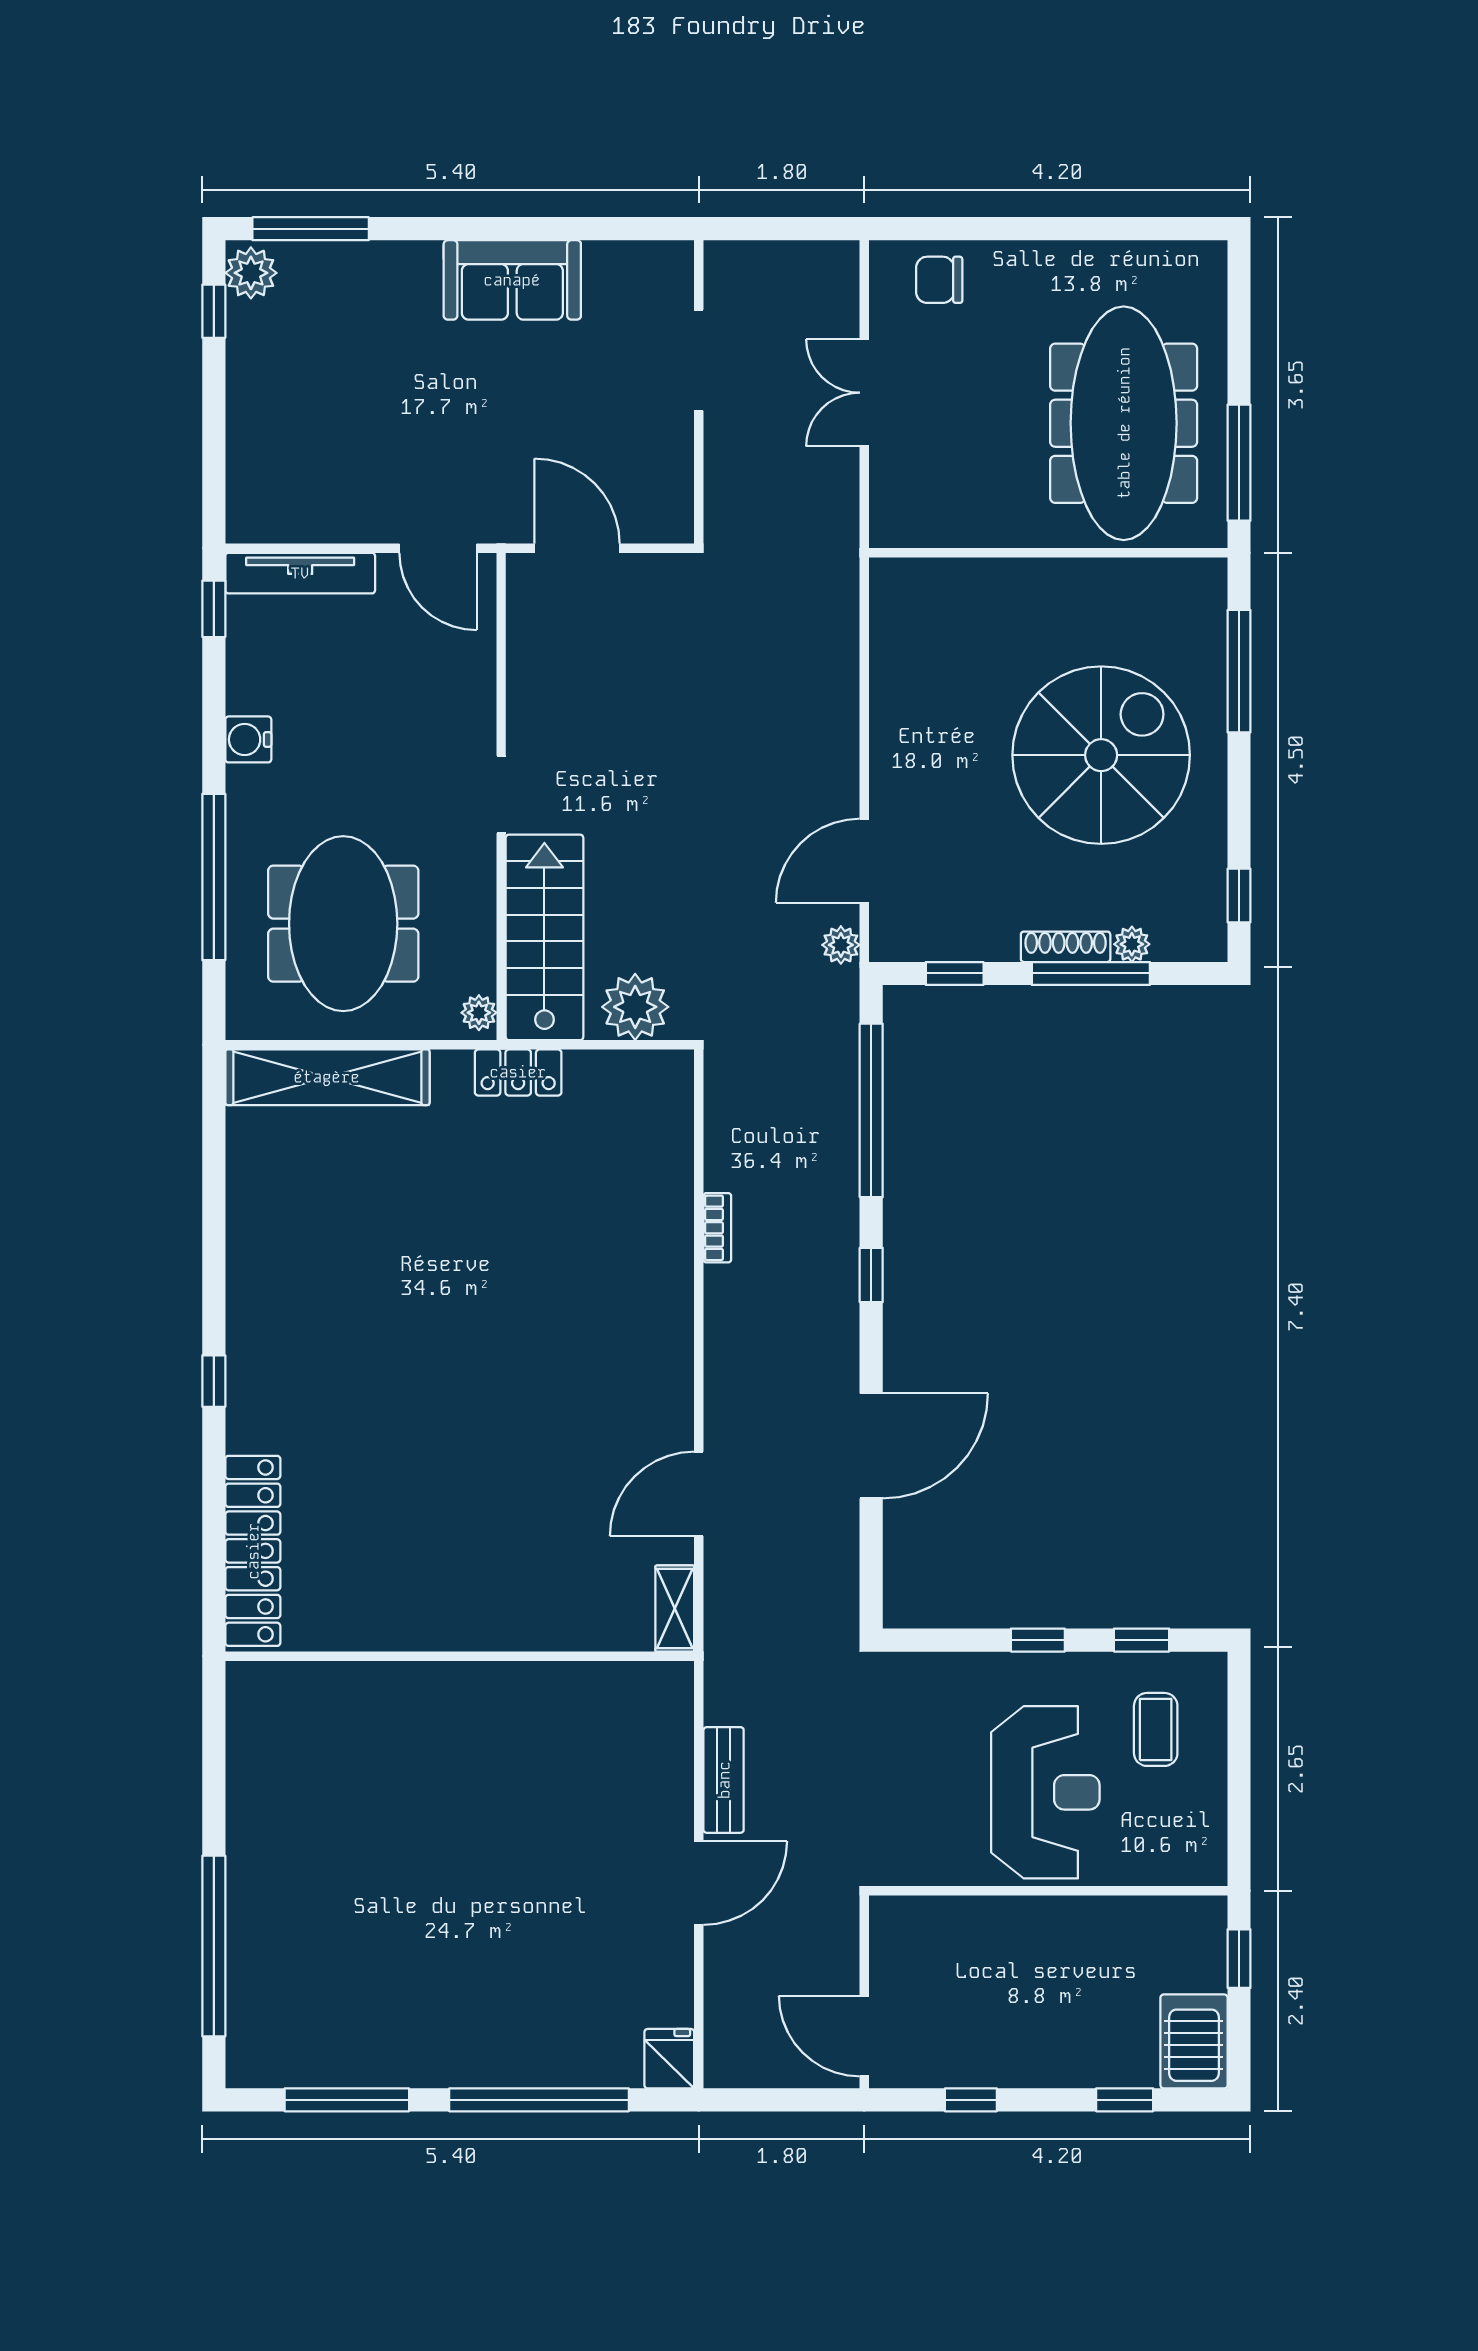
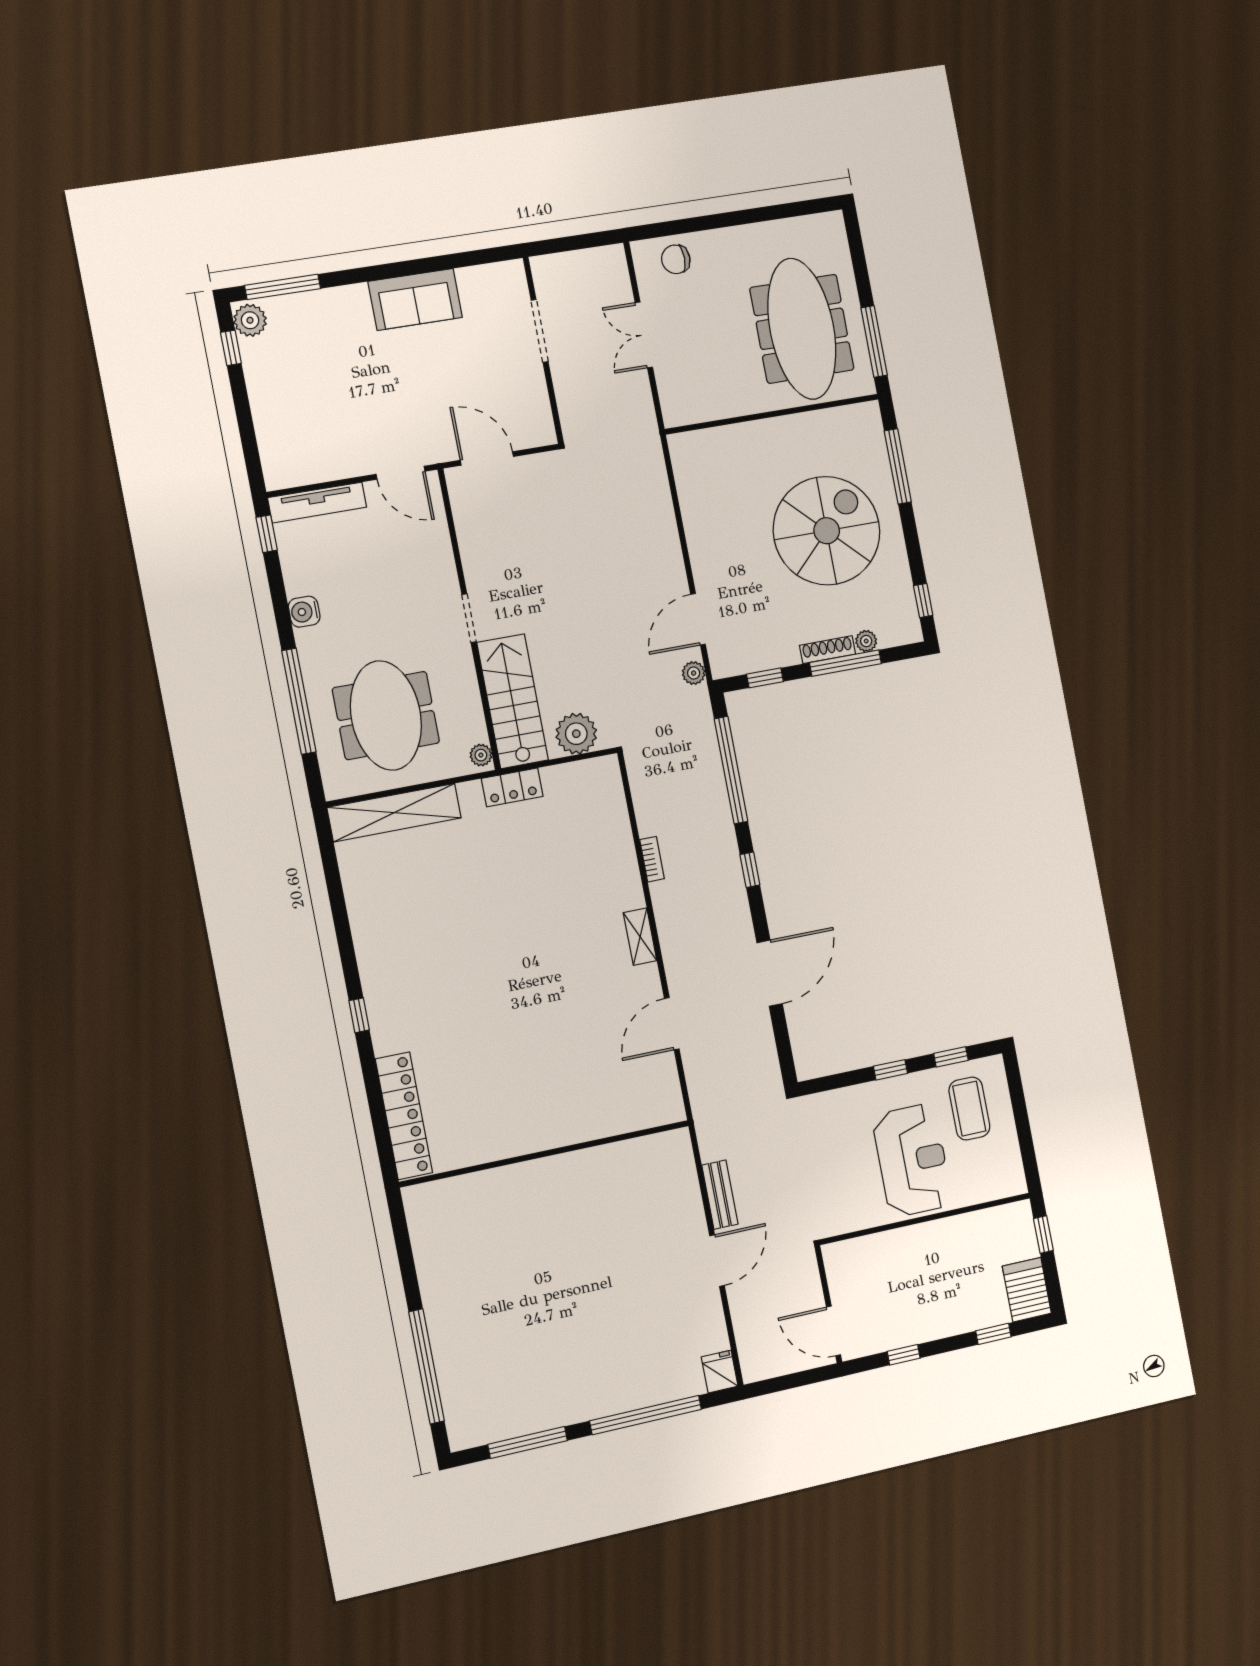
shelving: (675, 1609) -> (640, 937), moved
coffee table: (1156, 1729) -> (969, 1109), width x1.36, depth x1.30

